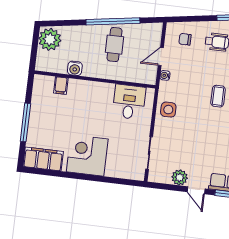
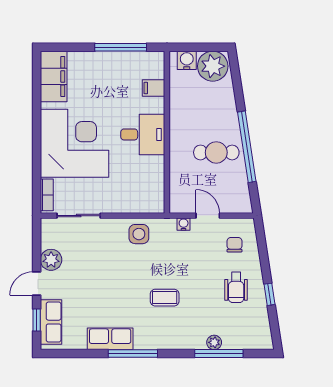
water cooler: (75, 68) -> (187, 60), moved, turned 90
desk: (129, 102) -> (143, 134), moved
window: (25, 122) -> (121, 47), moved
corner desk: (87, 155) -> (74, 143), width x1.36, depth x1.36
bookcase: (131, 175) -> (47, 195), added

